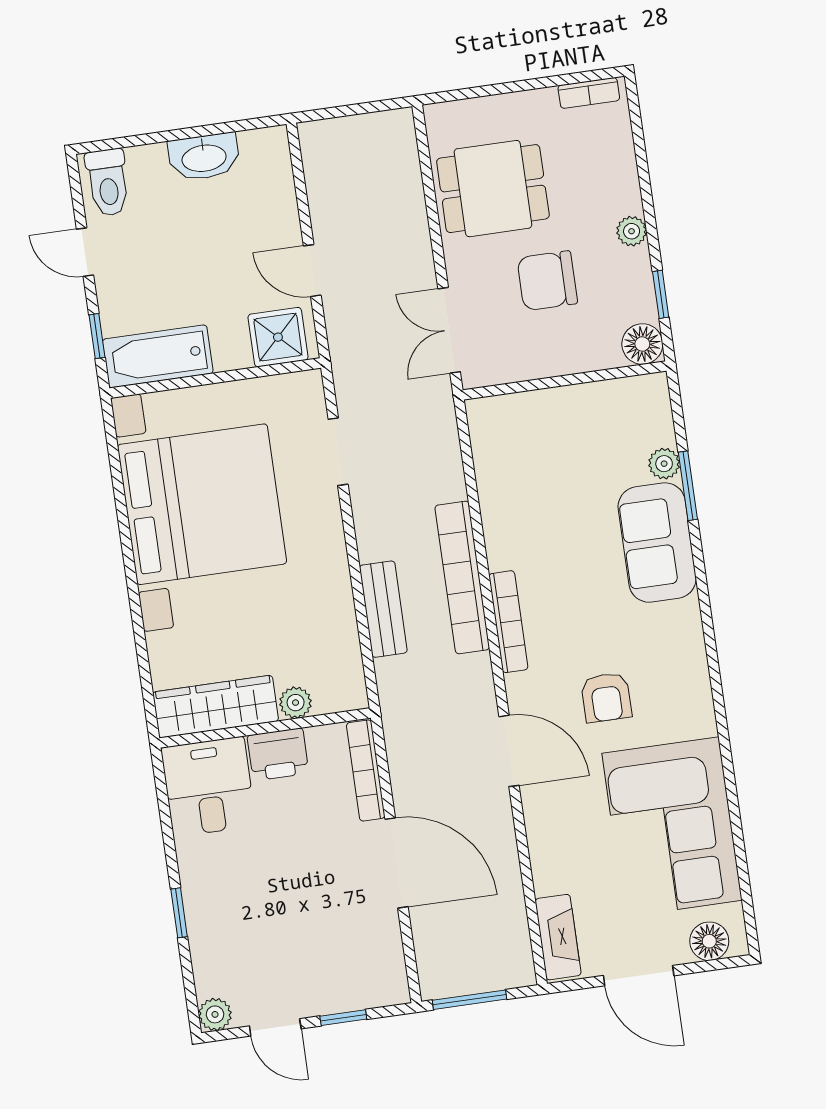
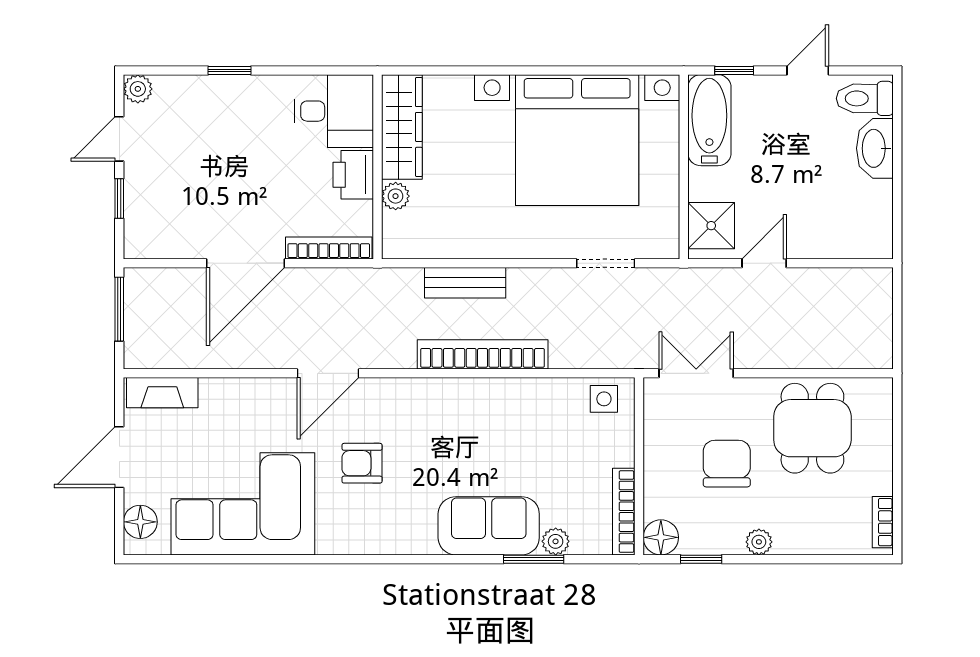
washbasin: (204, 157) -> (875, 148), moved
side table: (493, 431) -> (604, 399), added
bookcase: (508, 622) -> (624, 512), moved, turned 90

